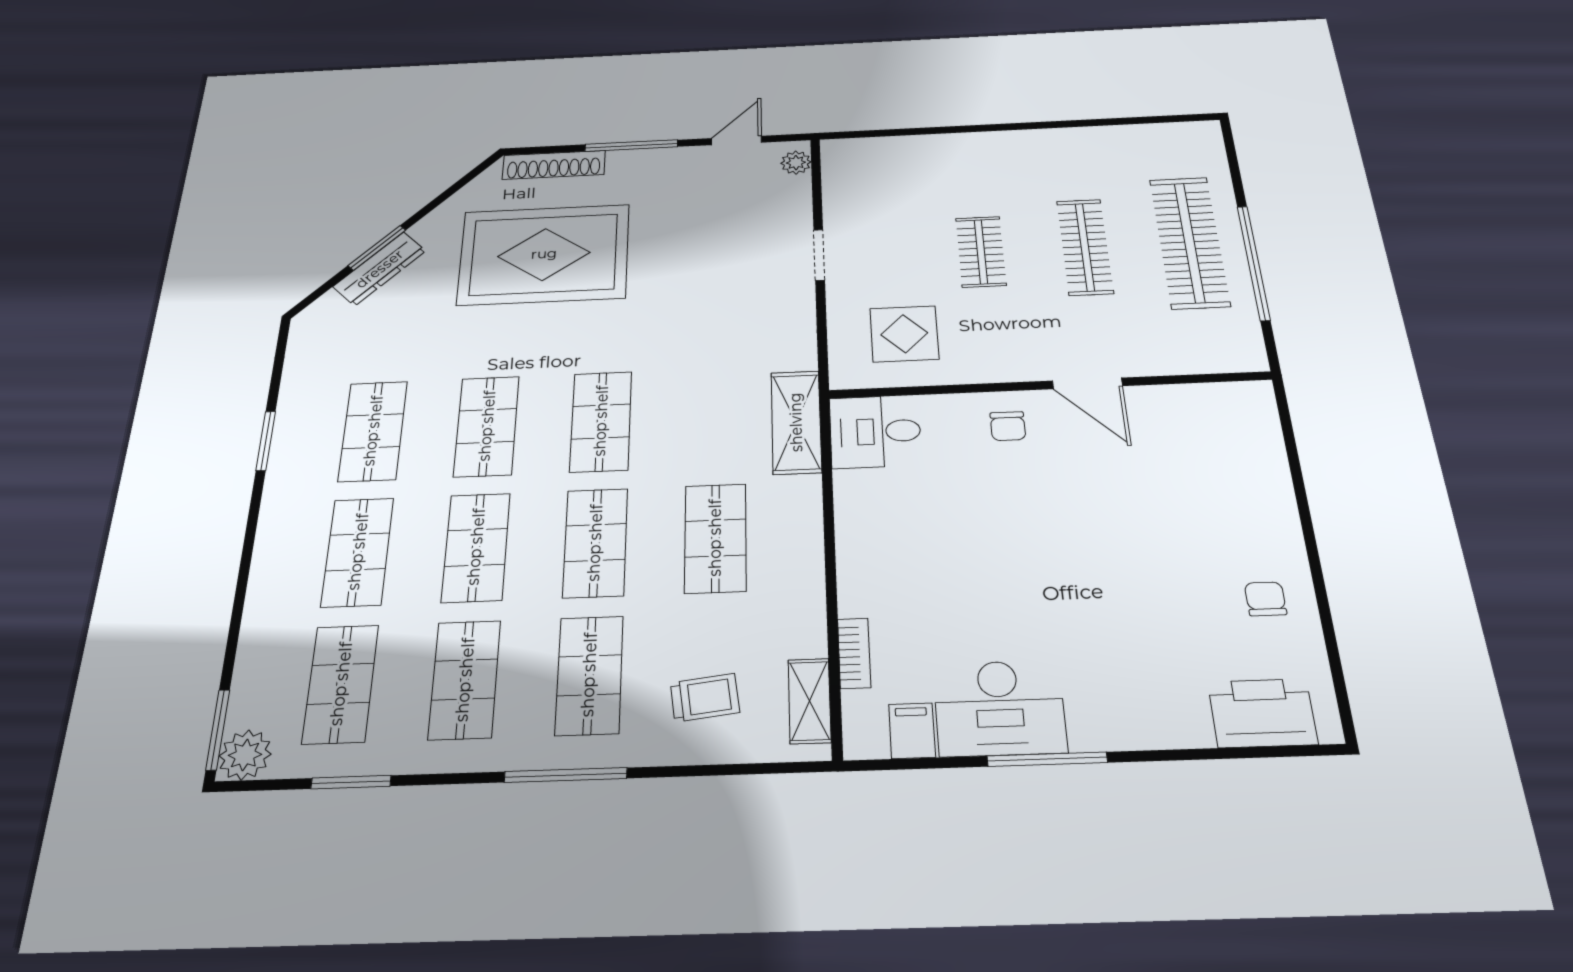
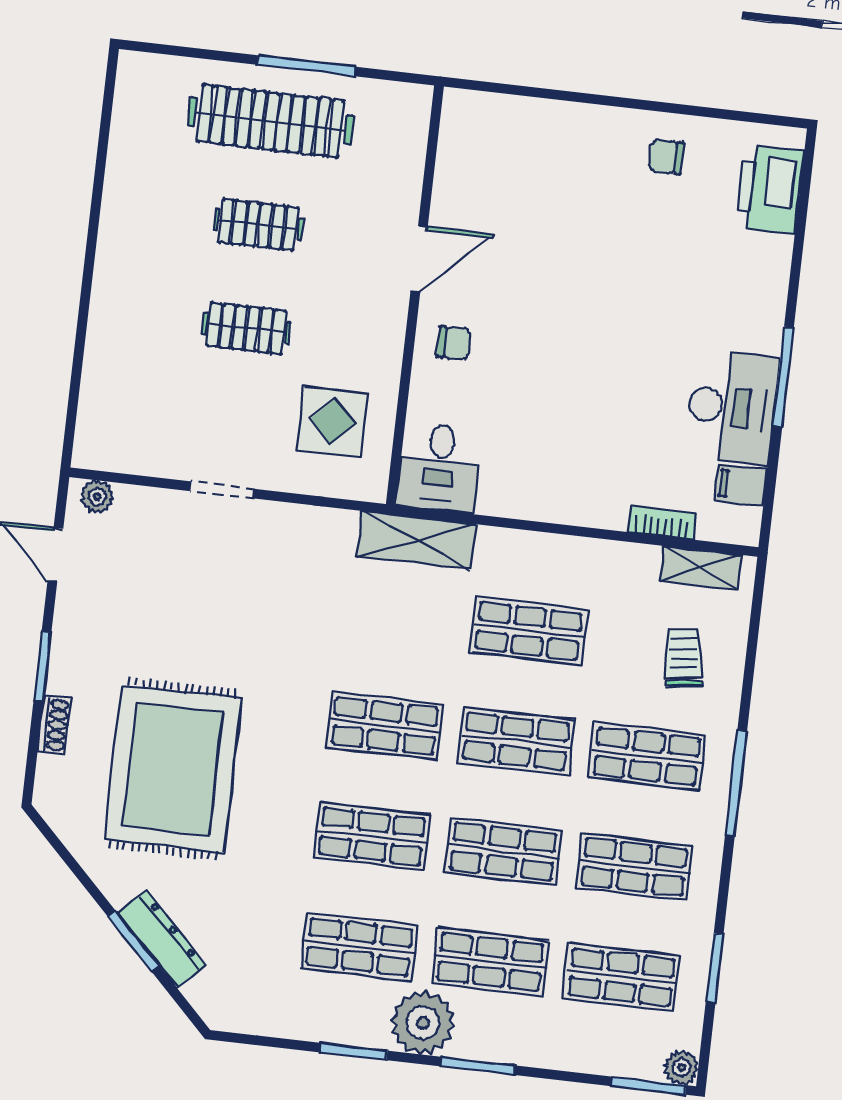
window: (631, 146) -> (42, 667), width x0.69
shoe rack: (554, 165) -> (54, 725), width x0.51, depth x0.81
clothes rail: (1085, 247) -> (258, 225), width x0.73
window: (1254, 263) -> (306, 66), width x0.68
plant: (294, 498) -> (423, 1023), added
window: (247, 556) -> (478, 1066), added
plant: (245, 755) -> (681, 1068), width x0.73, depth x0.73

